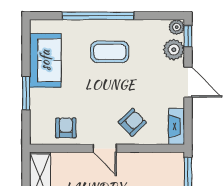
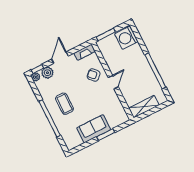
sofa: (45, 60) -> (94, 129), moved
armchair: (66, 128) -> (113, 106), removed

